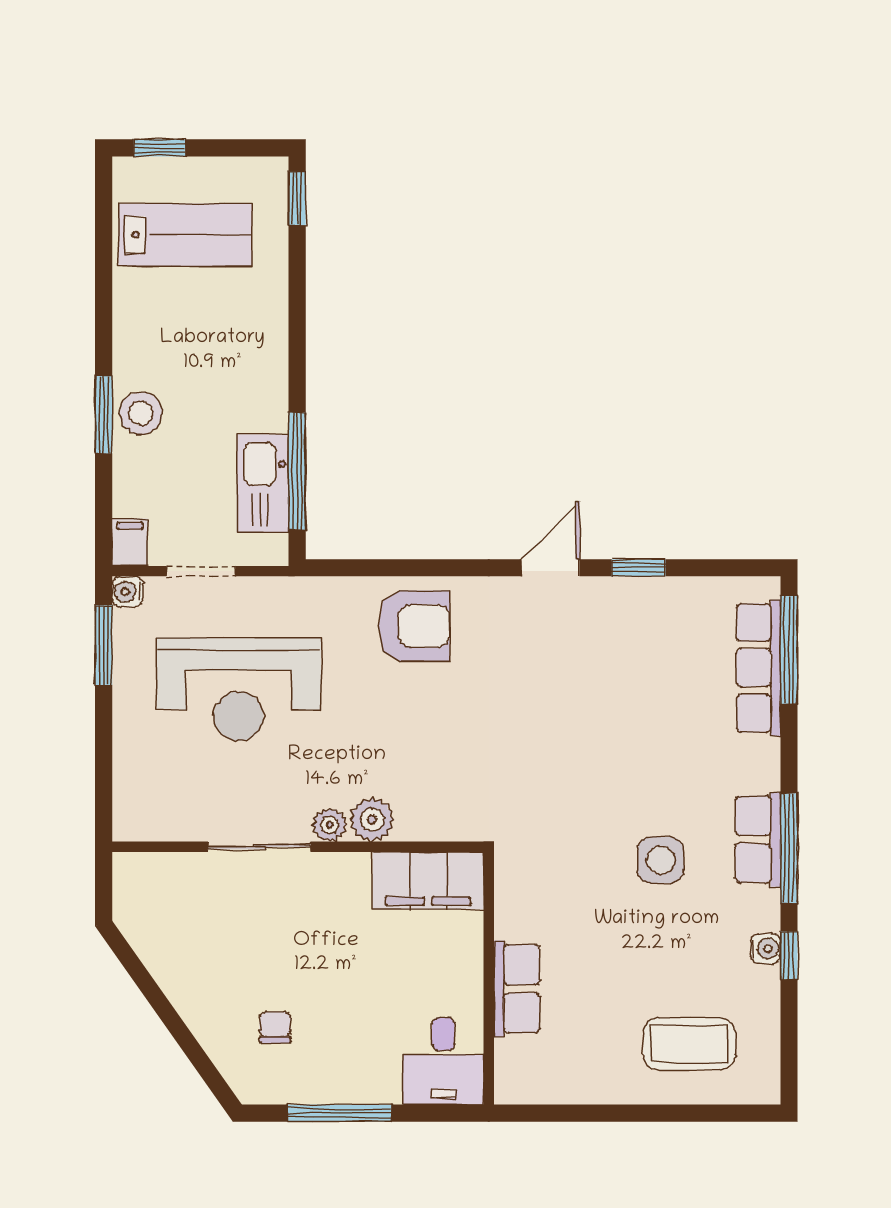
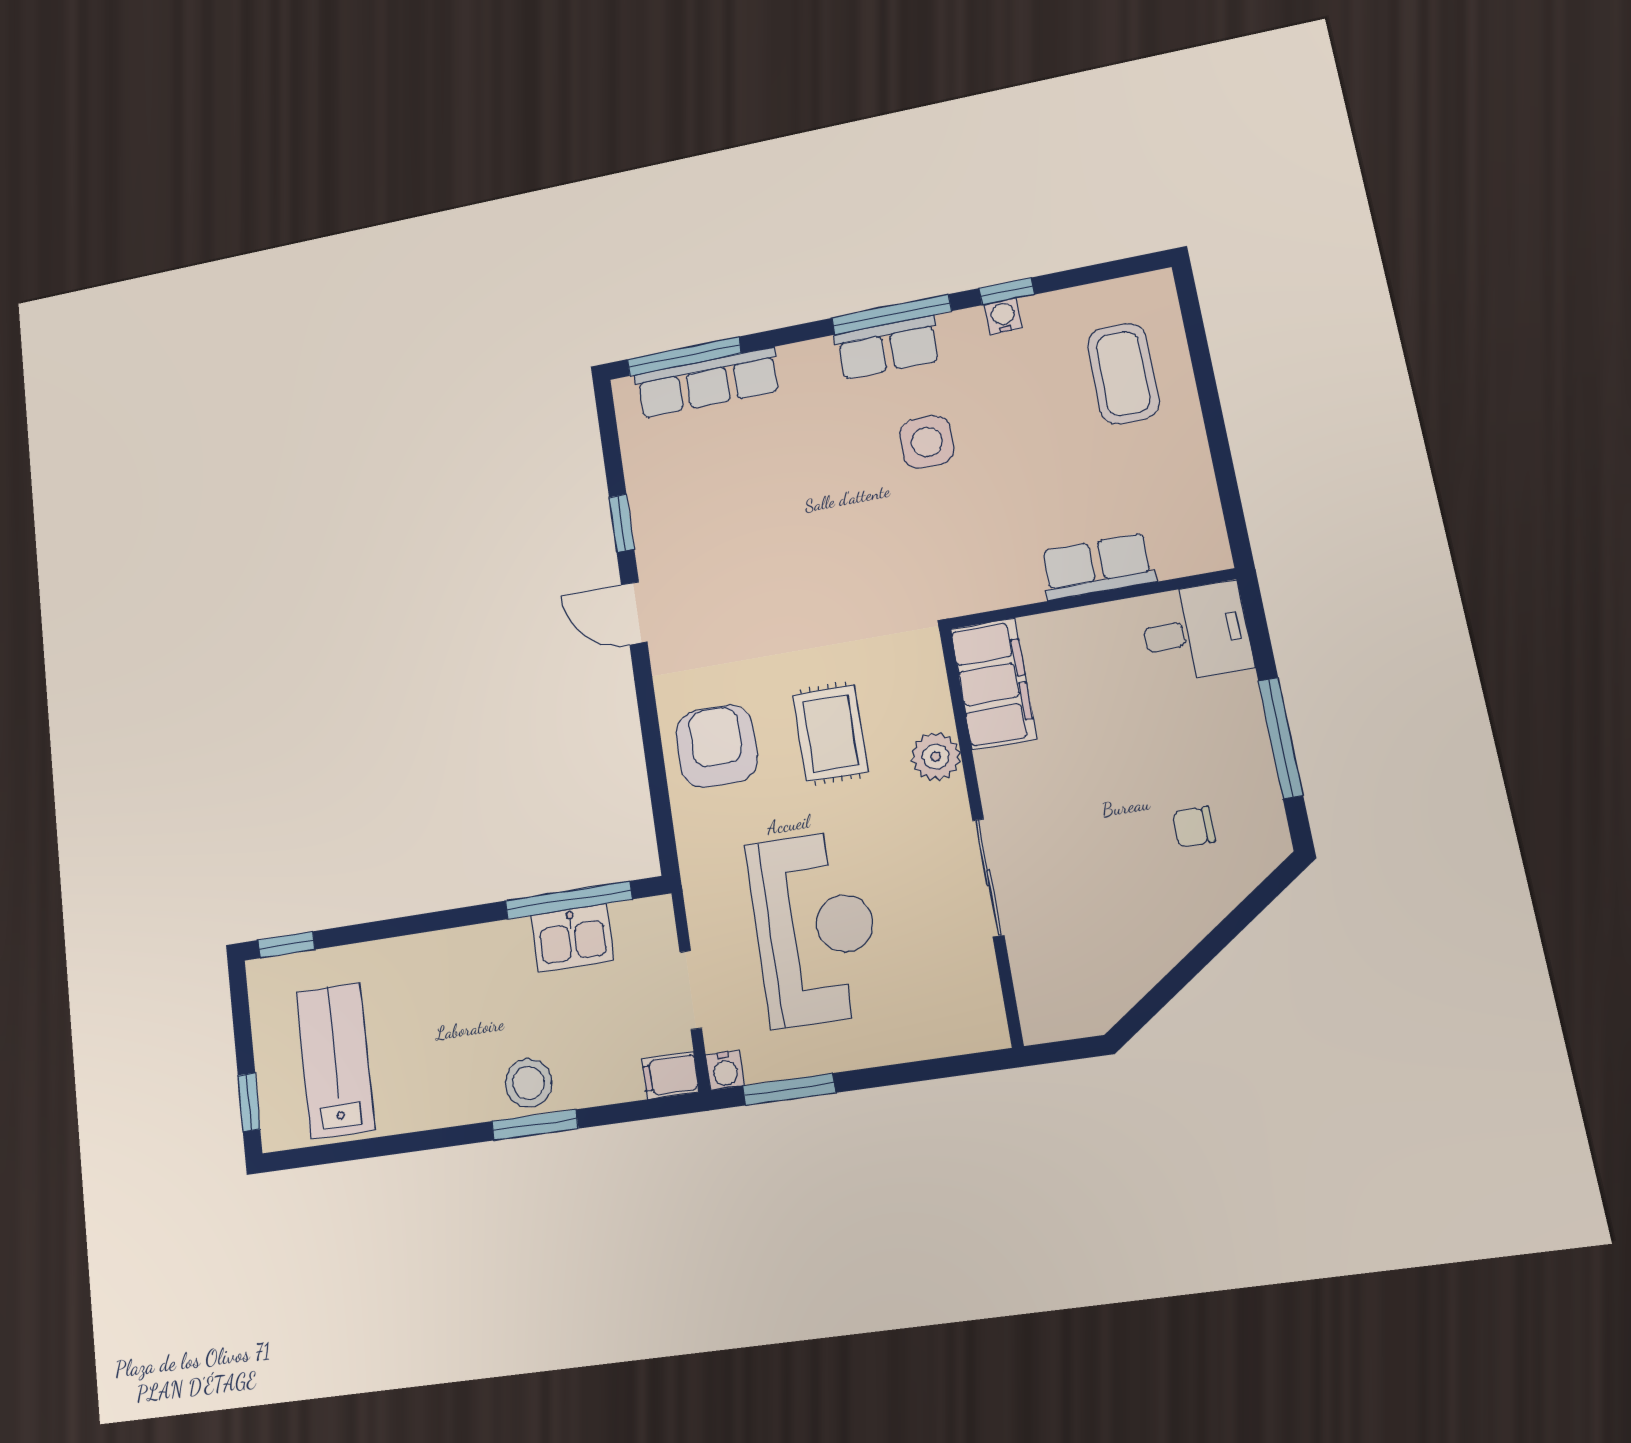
kitchen sink: (263, 483) -> (572, 938), width x0.73
rug: (409, 730) -> (830, 733), added
plant: (330, 825) -> (950, 802), removed

